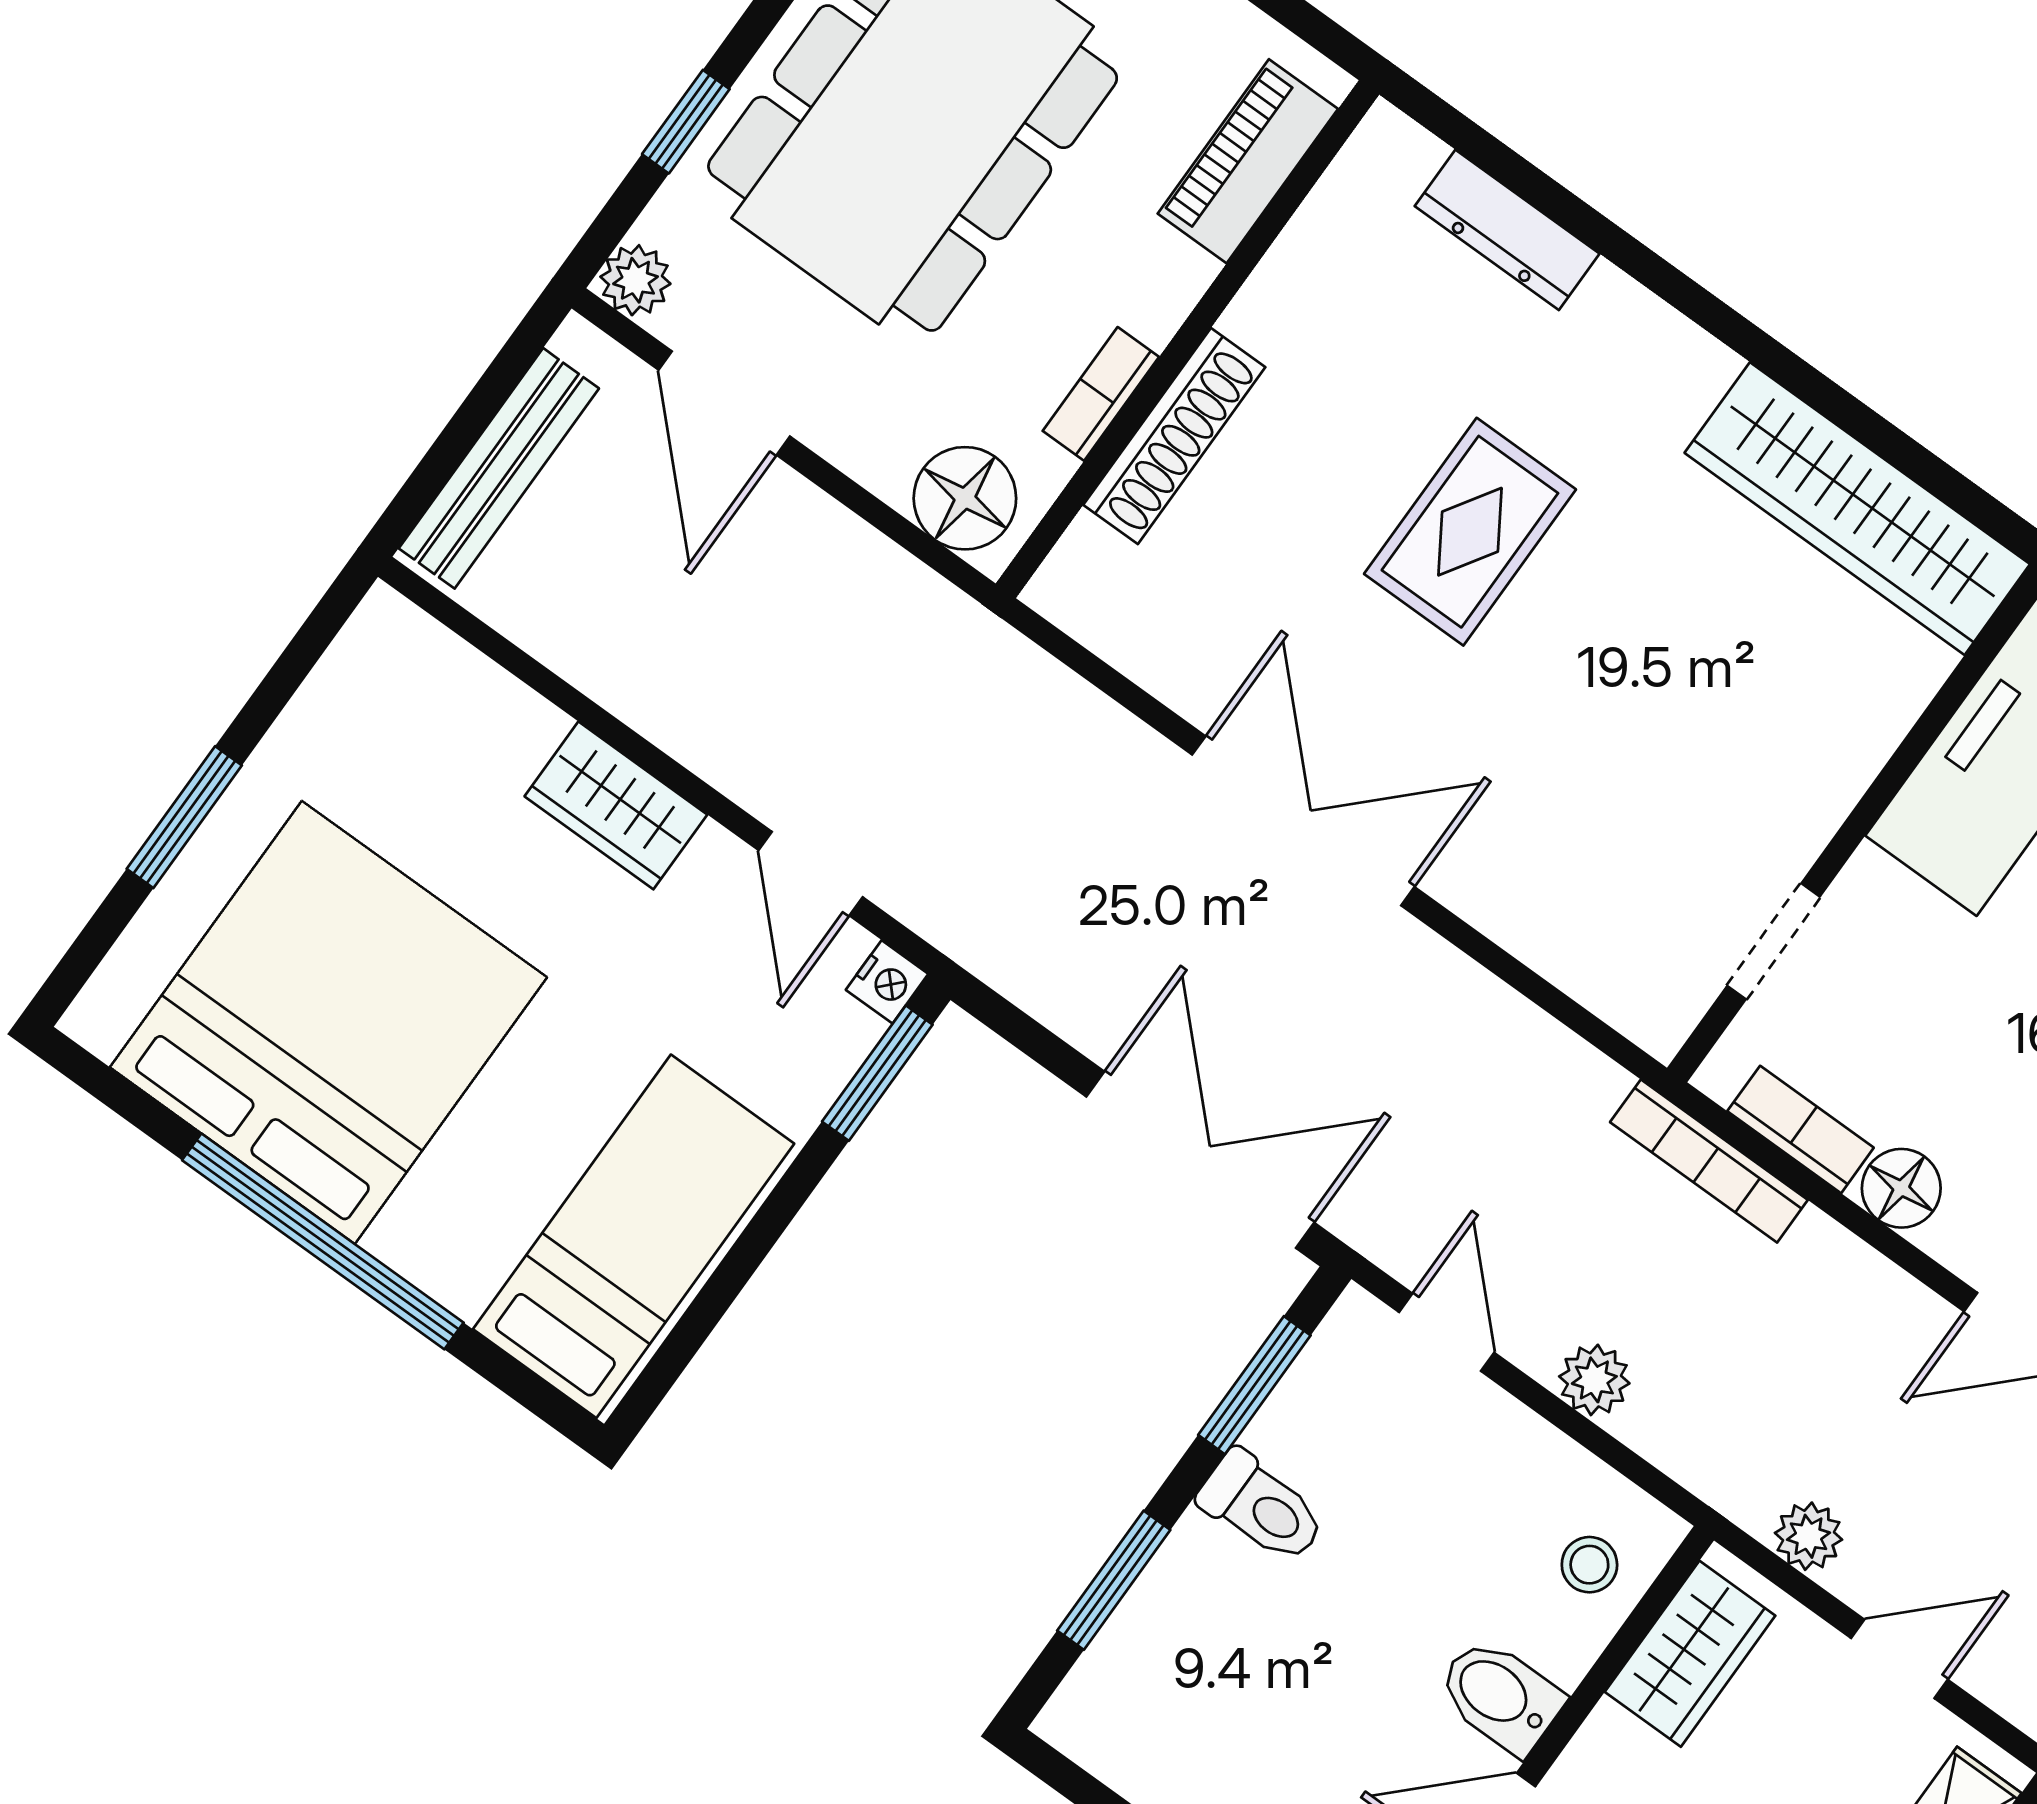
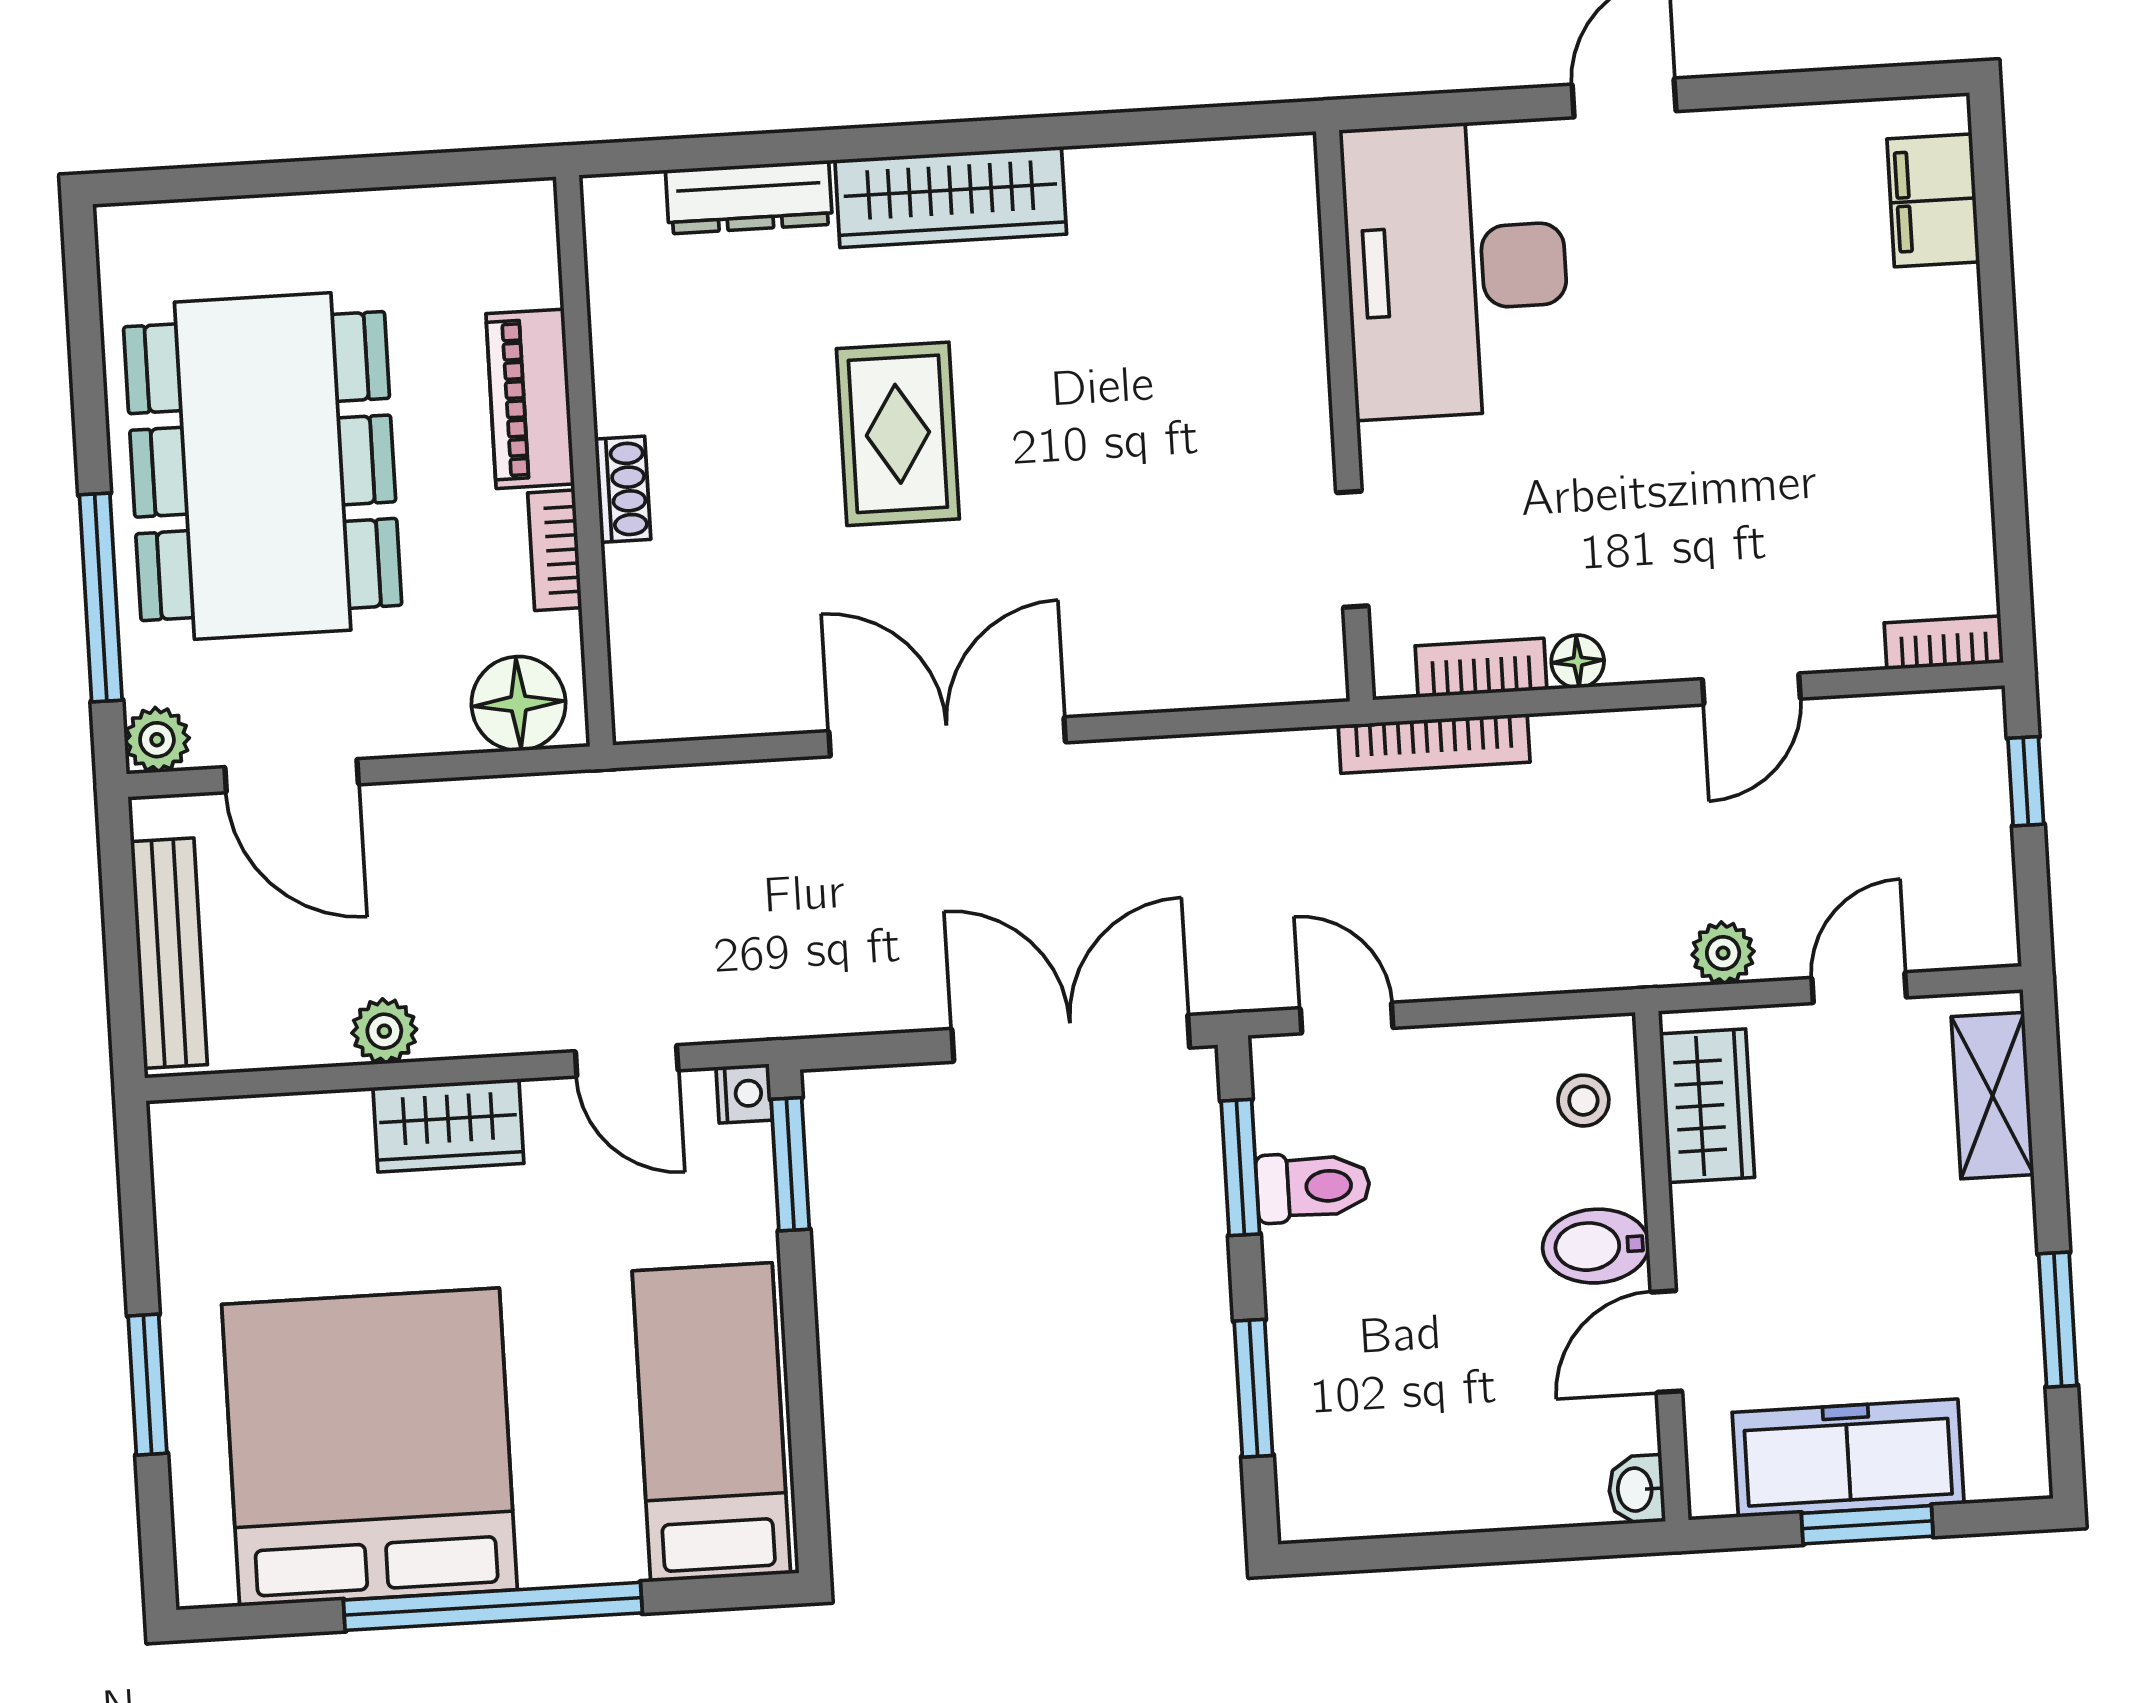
window: (686, 122) -> (101, 597), width x2.17
piano: (1248, 161) -> (530, 399), moved
shoe rack: (1174, 436) -> (623, 489), width x0.51, depth x0.81
wardrobe: (1857, 509) -> (951, 197), moved, width x0.71, depth x0.85
floor lamp: (1901, 1188) -> (1578, 661), width x0.73, depth x0.73
plant: (1594, 1380) -> (384, 1031), moved
toilet: (1262, 1507) -> (1313, 1187), moved

